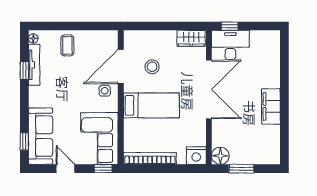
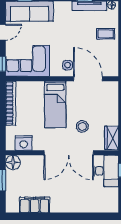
stool: (152, 67) -> (82, 126), moved
filing cabinet: (271, 106) -> (35, 205), moved
nightstand: (196, 156) -> (24, 143), moved, turned -90

